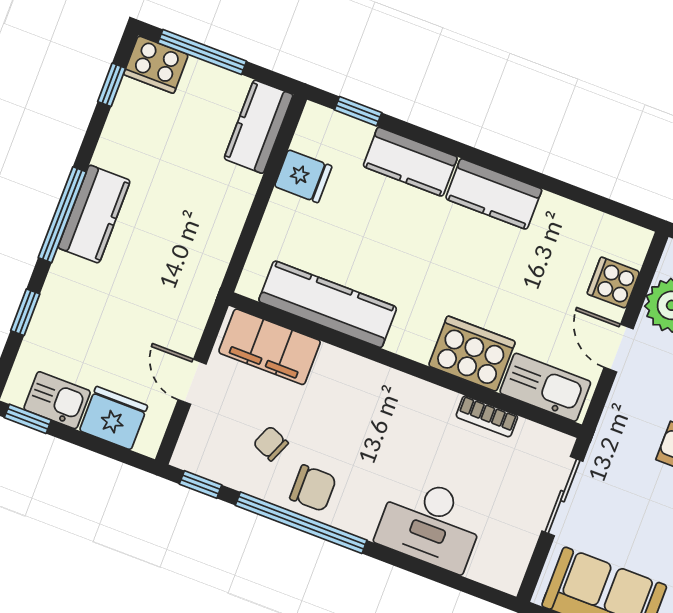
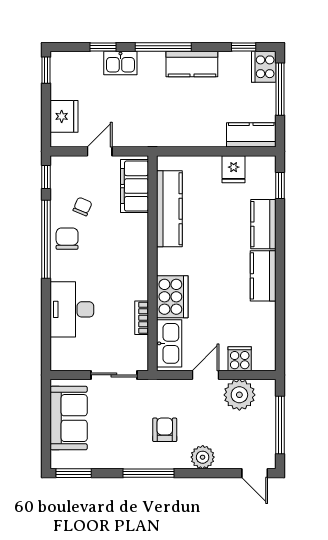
kitchen counter: (94, 214) -> (192, 64), moved
kitchen sink: (57, 400) -> (120, 63), moved, turned 90
chair: (313, 488) -> (67, 239), turned 180

